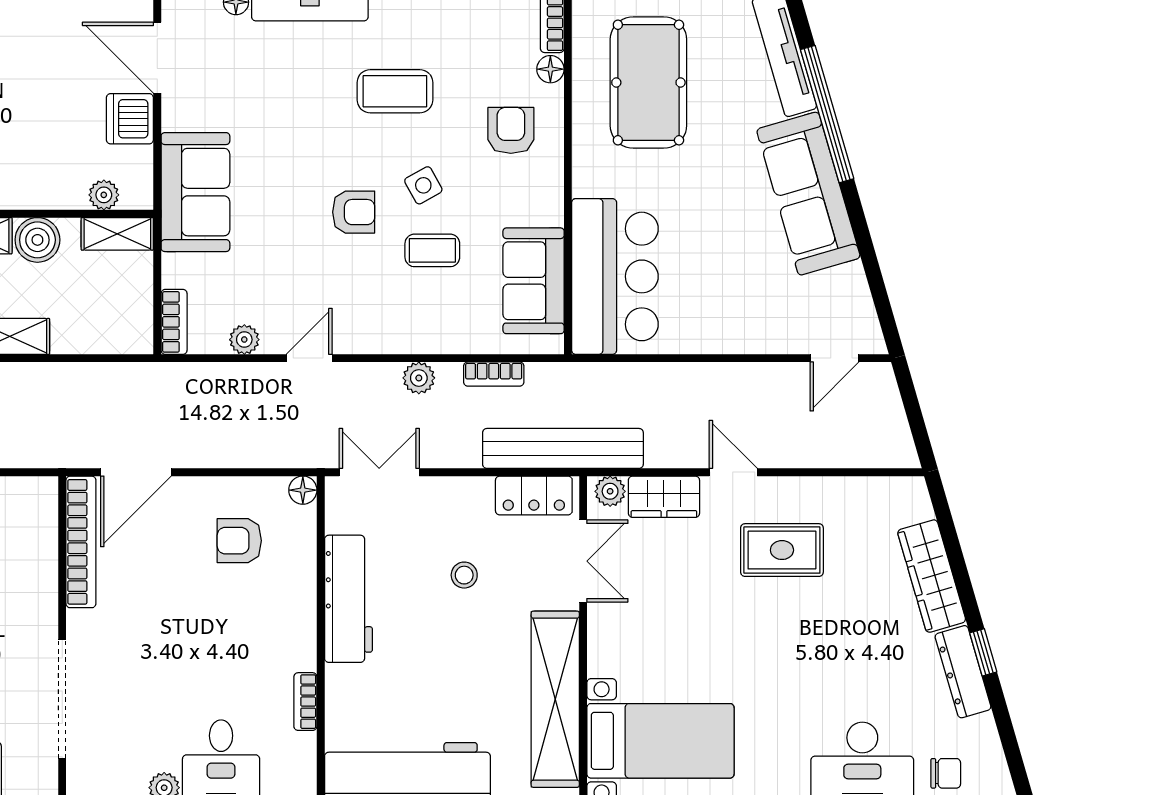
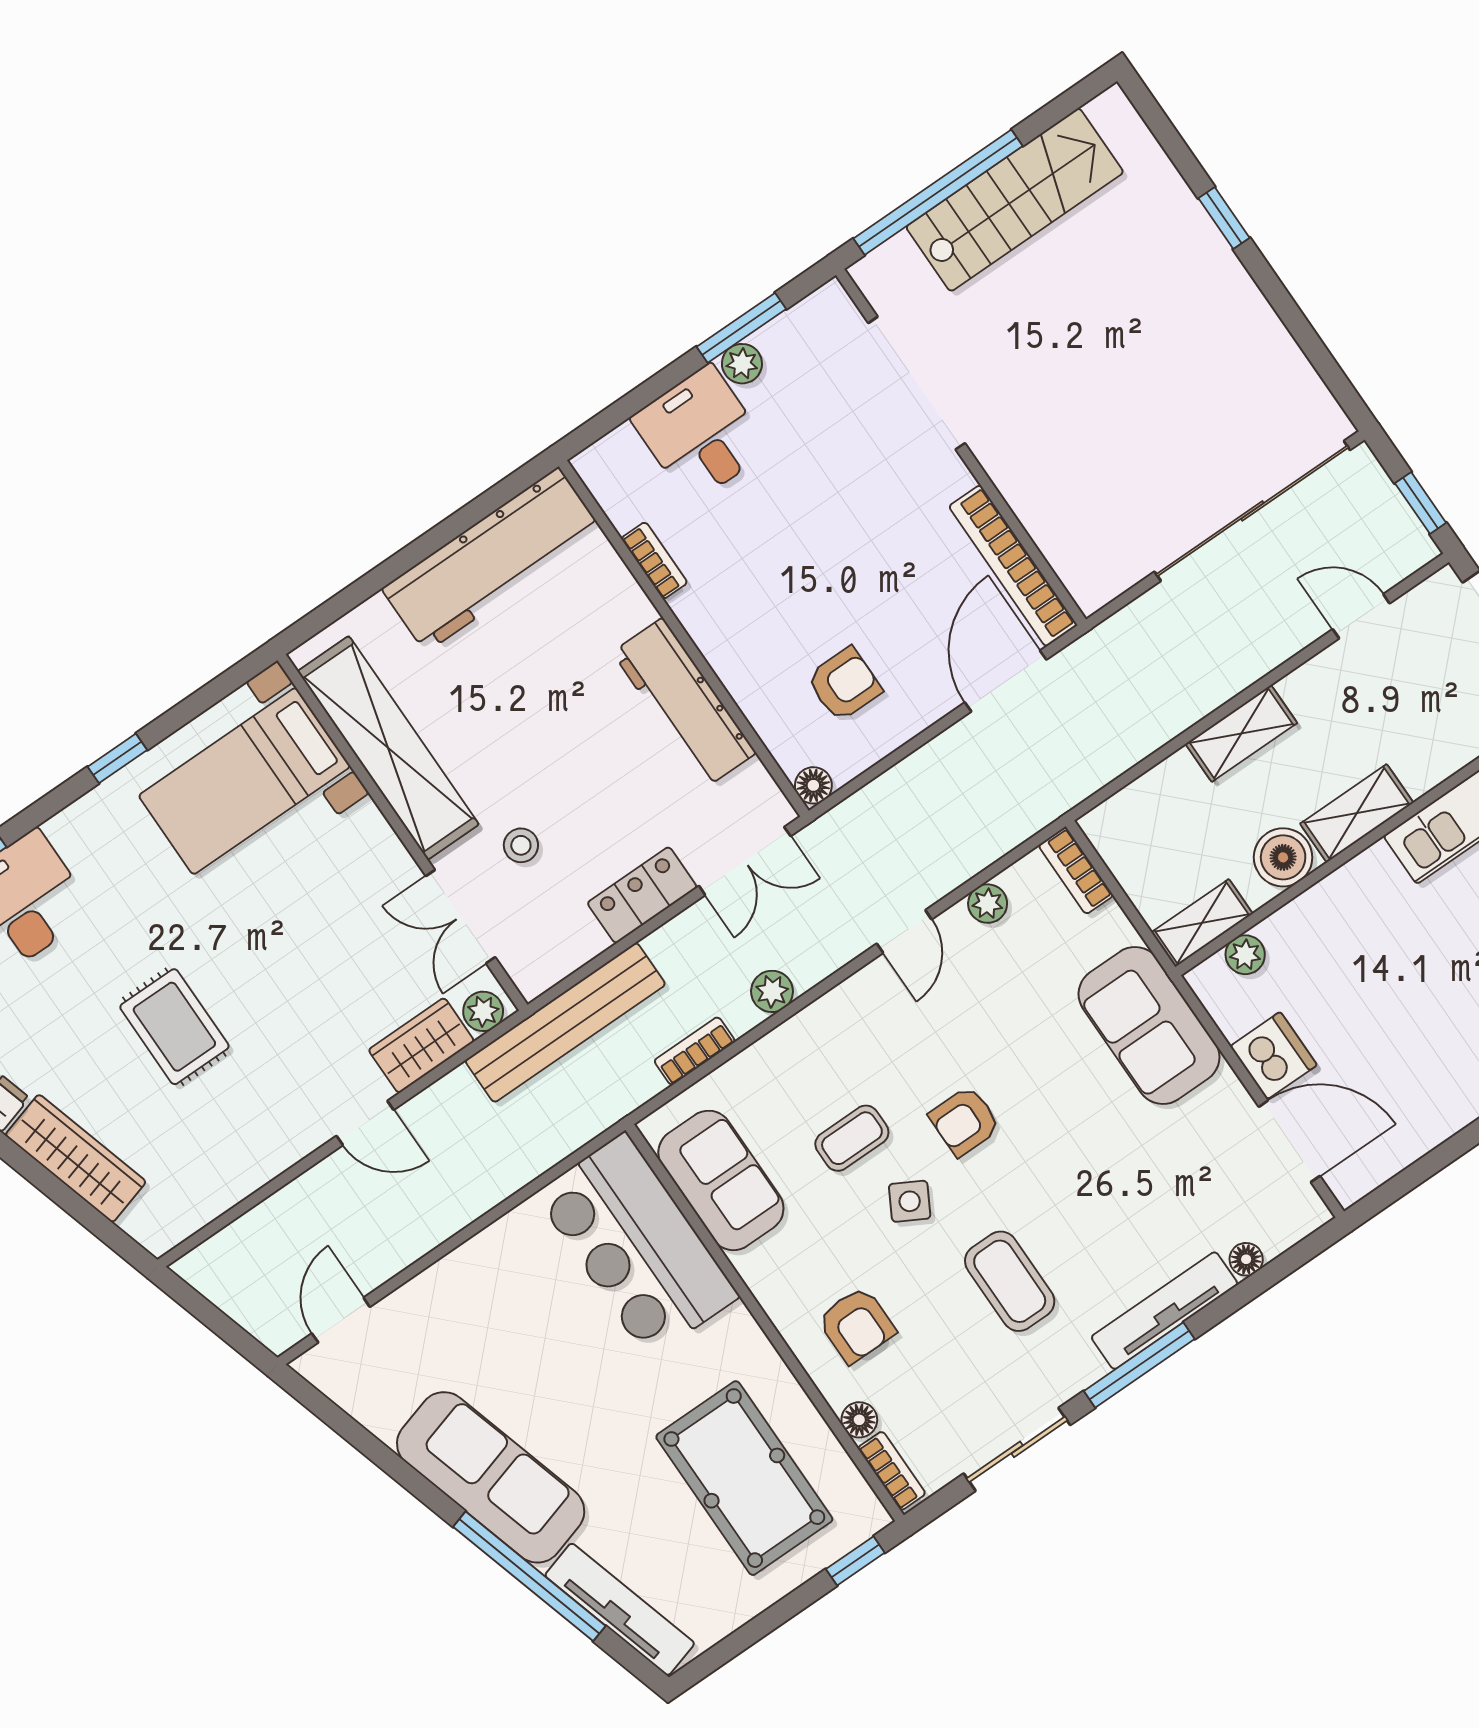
coffee table: (395, 91) -> (1010, 1281), turned 90
side table: (423, 185) -> (910, 1201), turned -32
locker: (534, 495) -> (642, 895), moved
rug: (782, 550) -> (174, 1027), moved, turned 90
stool: (464, 575) -> (521, 845), moved

